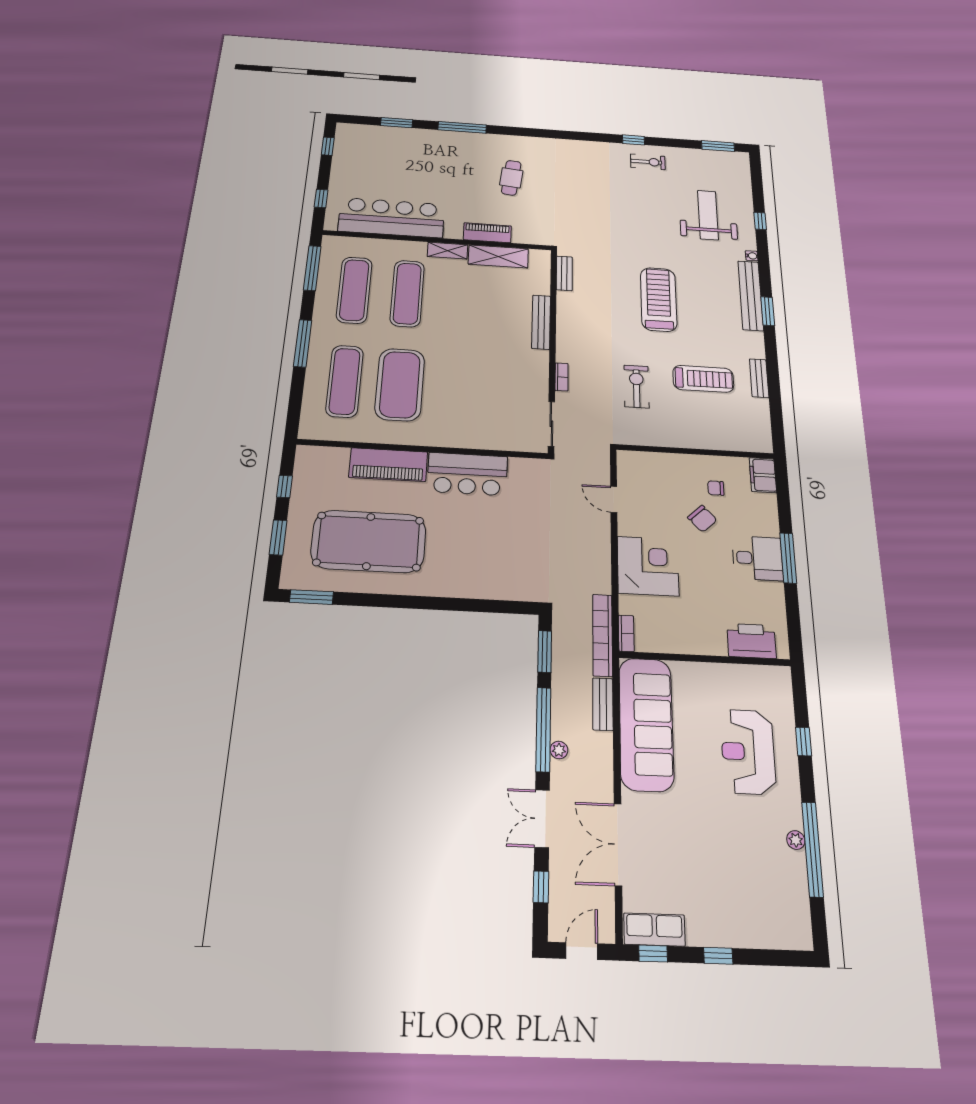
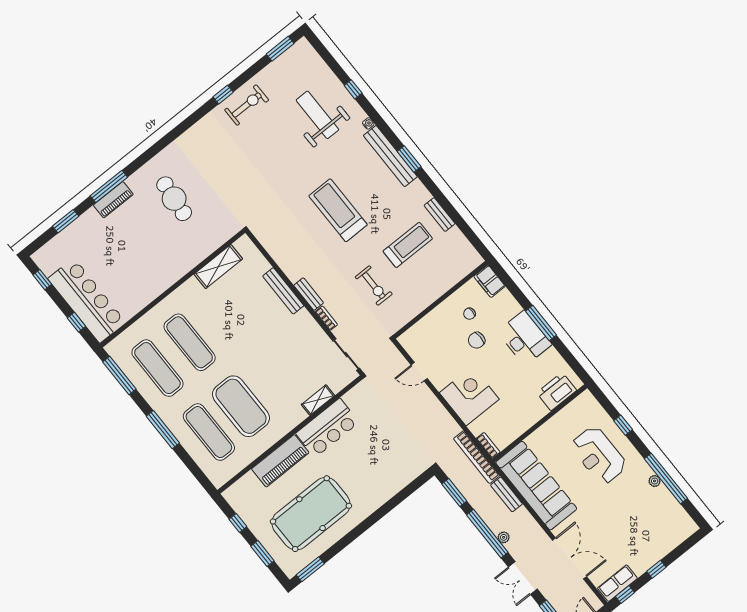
exercise bike: (648, 162) -> (247, 105), width x1.38, depth x1.39
cafe table: (511, 178) -> (174, 199), width x1.37, depth x1.35
bar counter: (392, 218) -> (87, 300), moved, turned 90
piano: (487, 233) -> (113, 200), moved, turned 180
shelving: (448, 251) -> (318, 400), moved
bench: (564, 273) -> (309, 294), moved
exercise bike: (636, 386) -> (374, 286), turned 180
chair: (702, 519) -> (477, 340), turned 133
desk: (758, 558) -> (524, 338), width x1.37
double door: (618, 844) -> (569, 558), swing flipped

